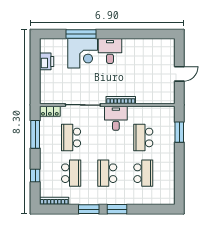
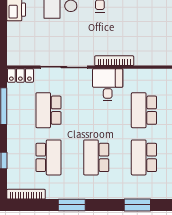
school desk: (143, 173) -> (144, 157), turned 180
window: (117, 209) -> (137, 205), moved

